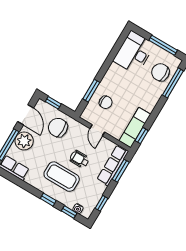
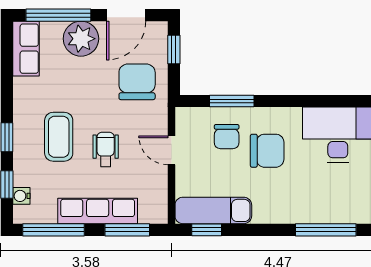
chair: (160, 72) -> (267, 151), moved, turned 90
door: (97, 130) -> (172, 150), hinge flipped
row of seats: (113, 165) -> (98, 211), moved
coffee table: (62, 177) -> (59, 137), width x0.73, depth x0.76
window: (101, 203) -> (53, 230), width x2.17

